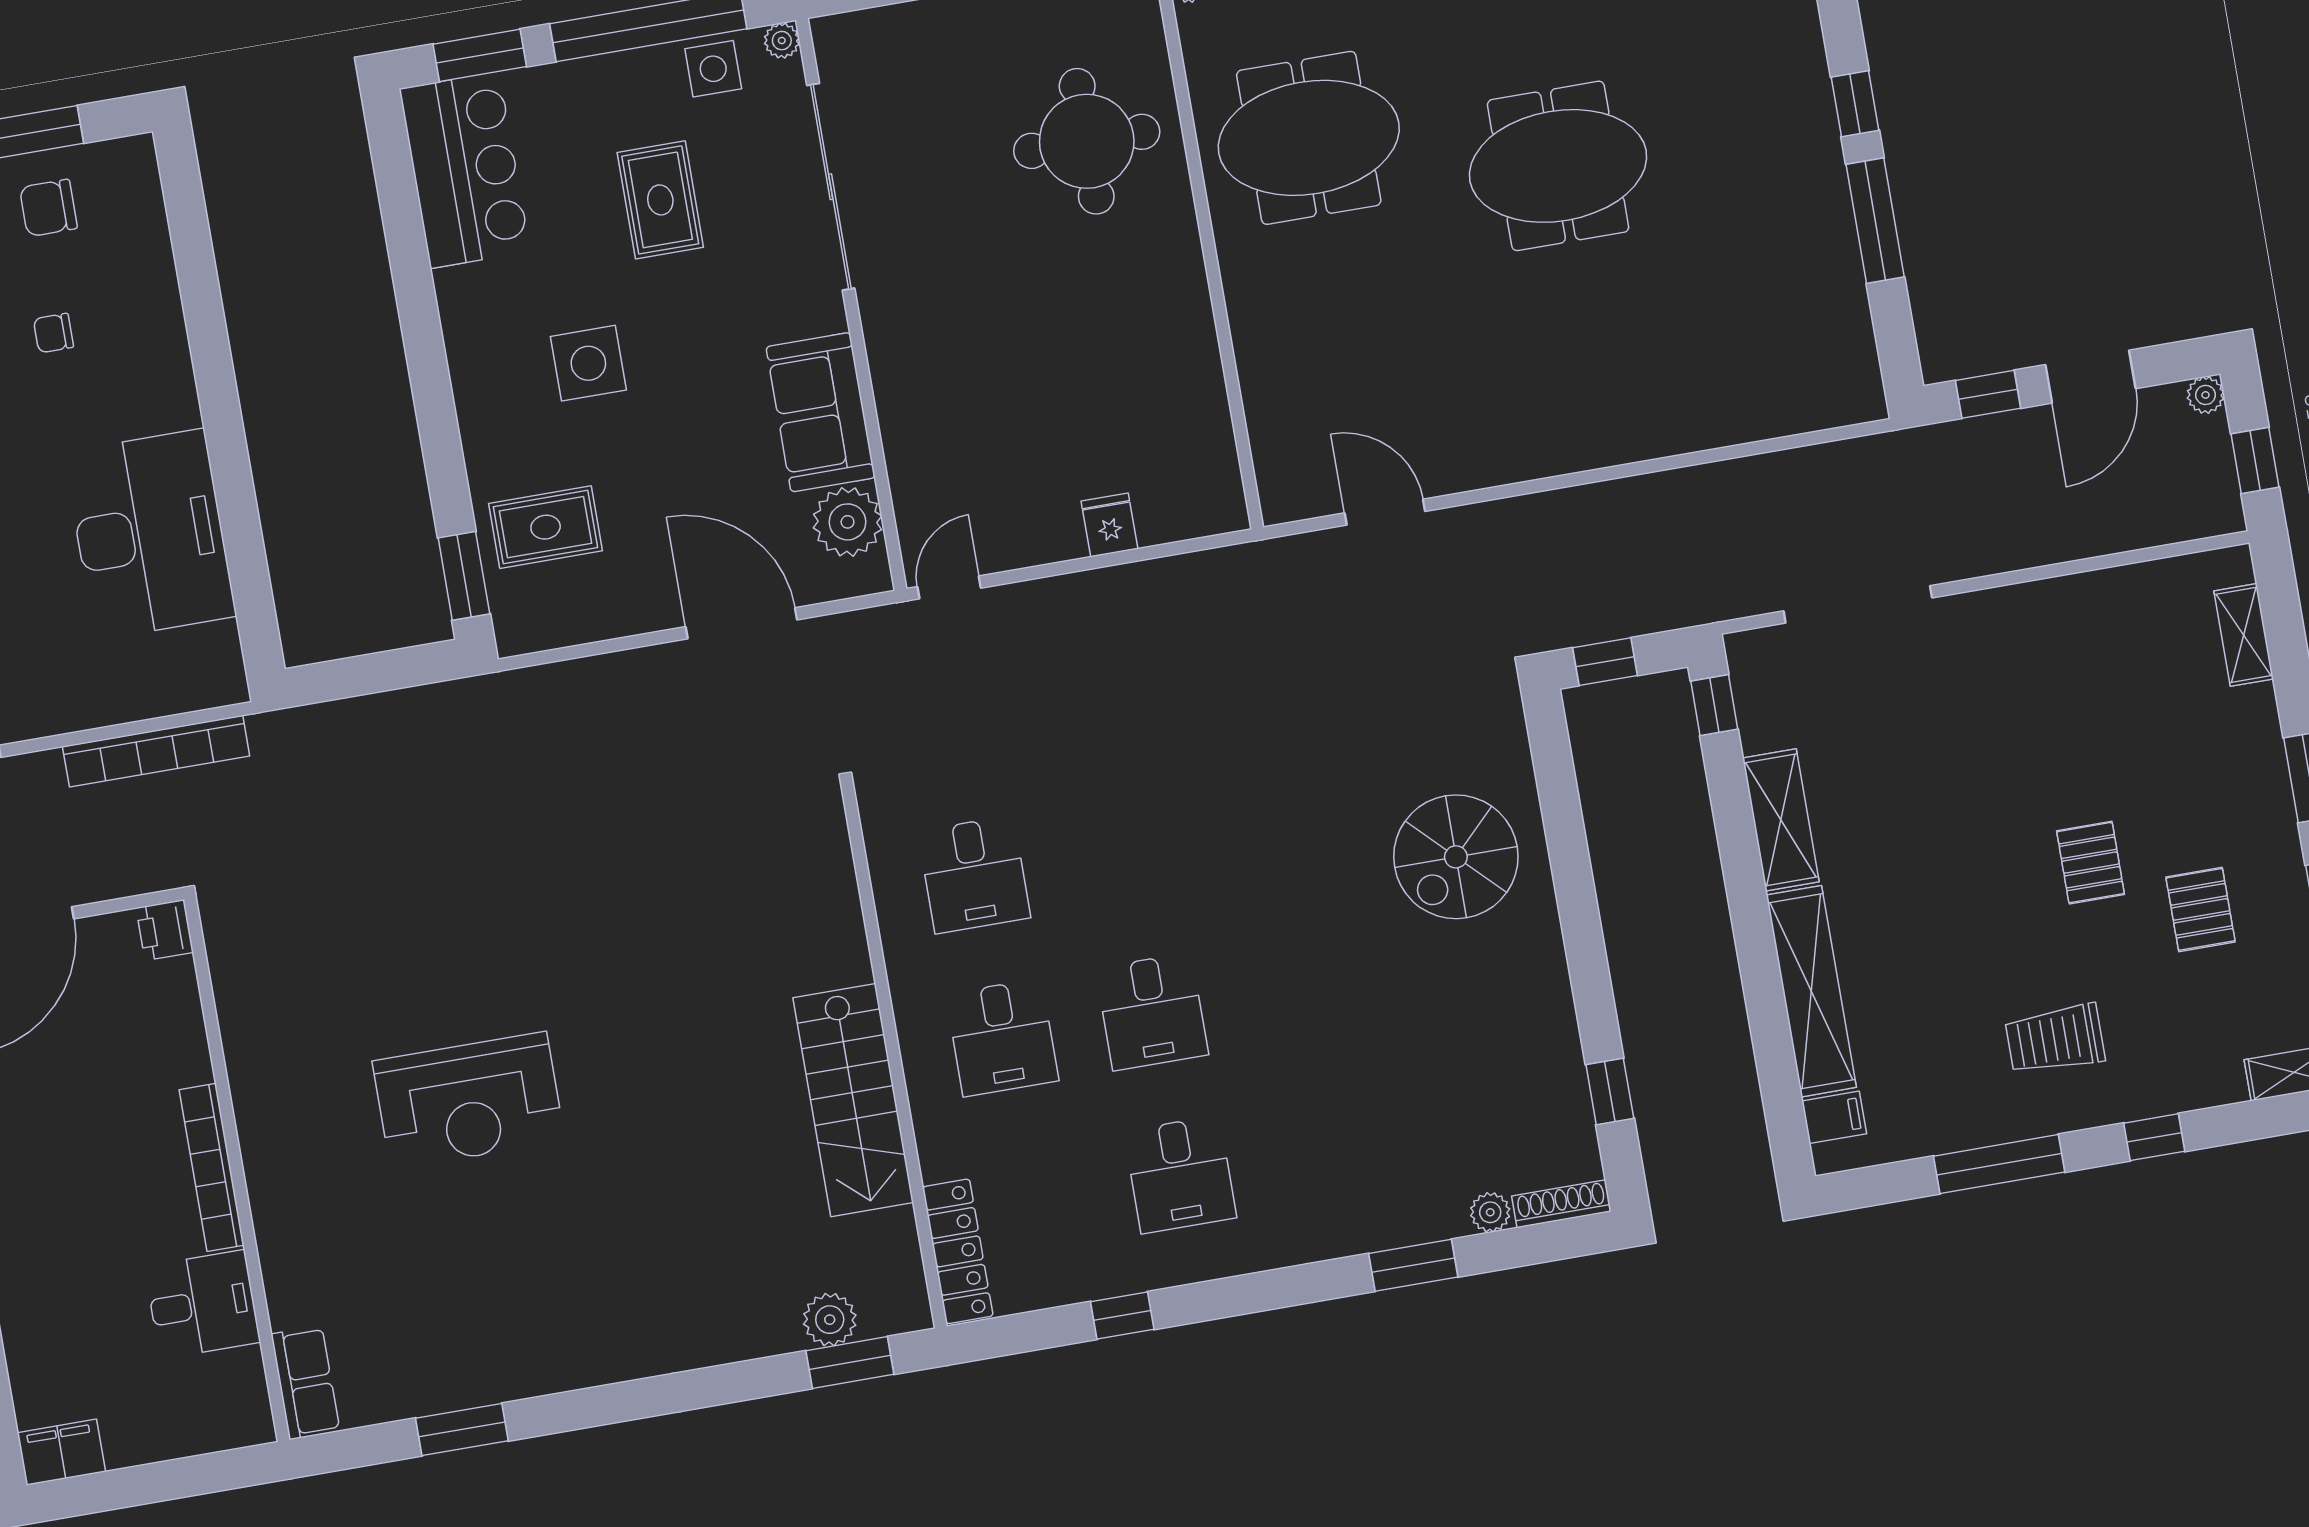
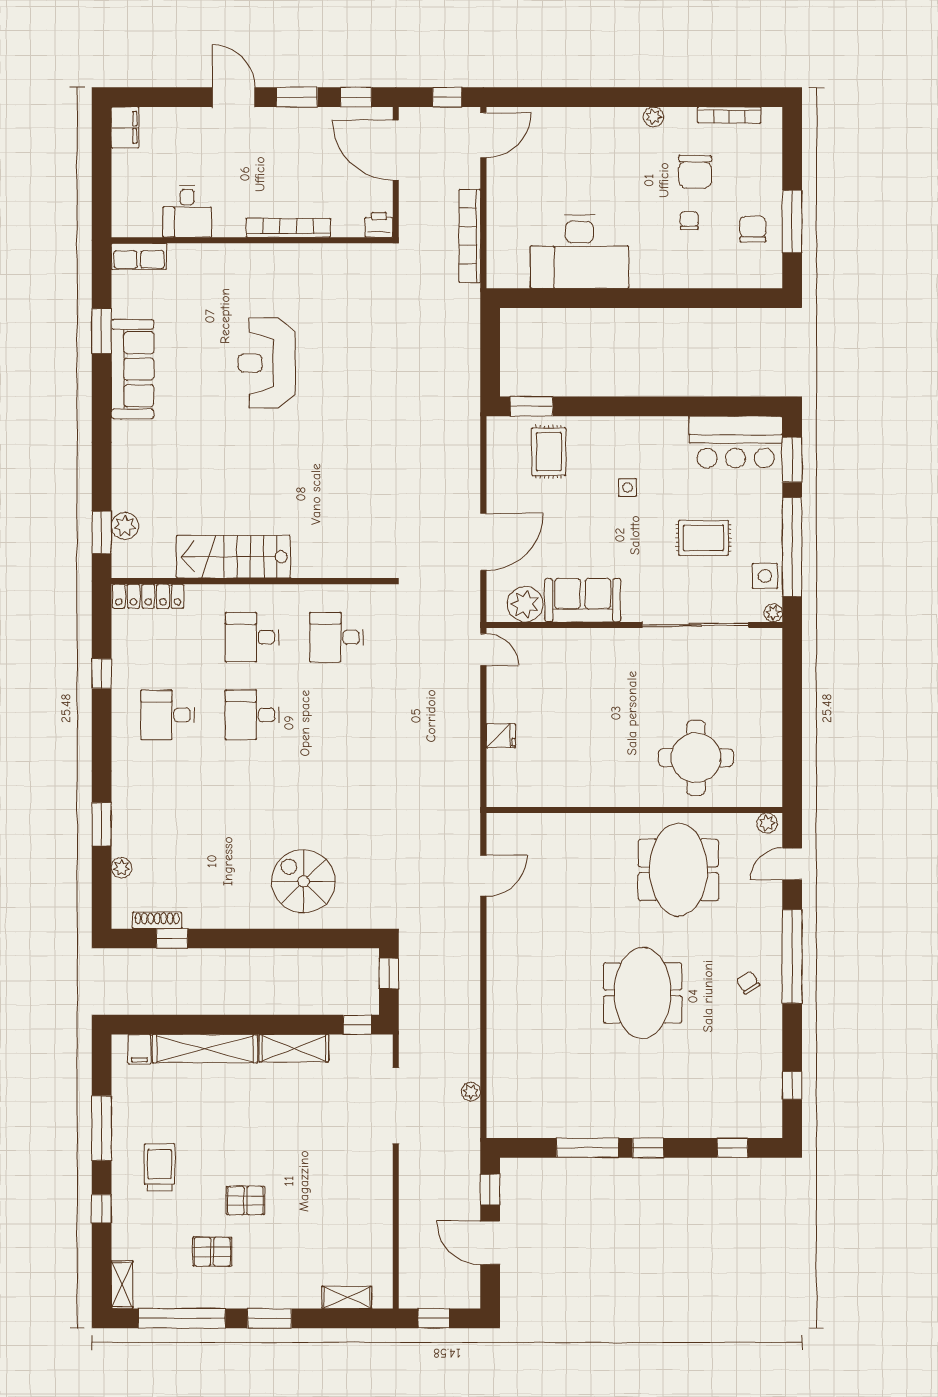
side table: (588, 363) -> (628, 487), width x0.54, depth x0.54
plant: (2206, 395) -> (471, 1092), moved
bookcase: (212, 1167) -> (288, 228), moved
shoe rack: (1561, 1204) -> (157, 920), moved, turned -90
sofa: (525, 1357) -> (132, 369), added

